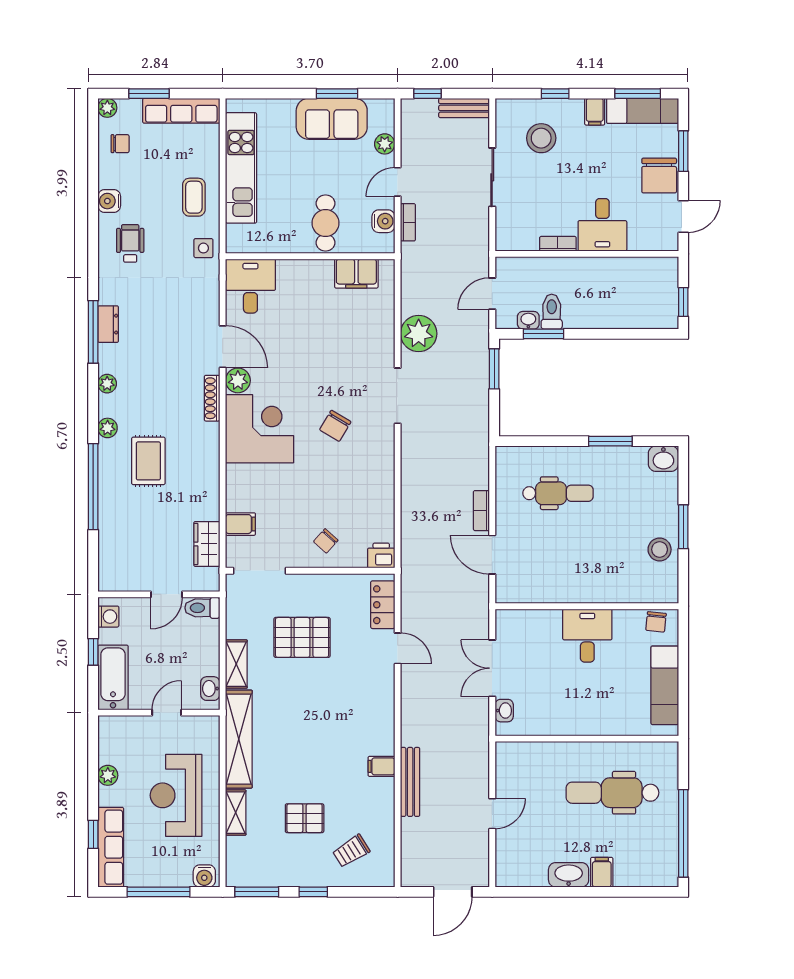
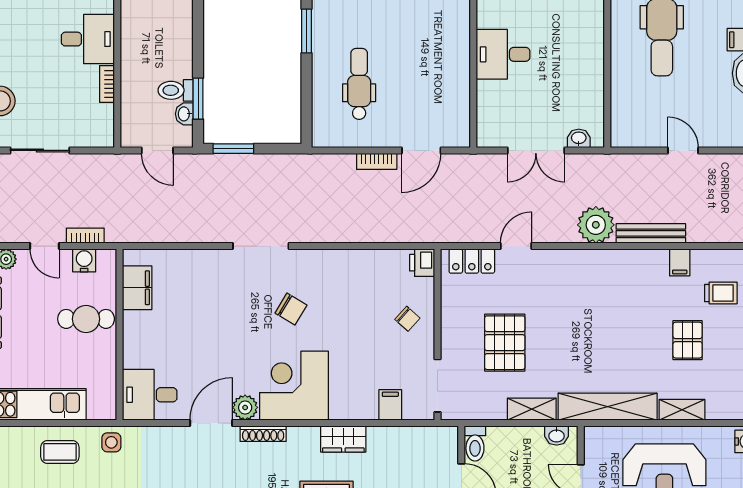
plant: (419, 334) -> (596, 225), moved
wardrobe: (207, 544) -> (343, 439), moved
filing cabinet: (381, 766) -> (680, 262), moved
trolley: (351, 851) -> (721, 293), turned -58

